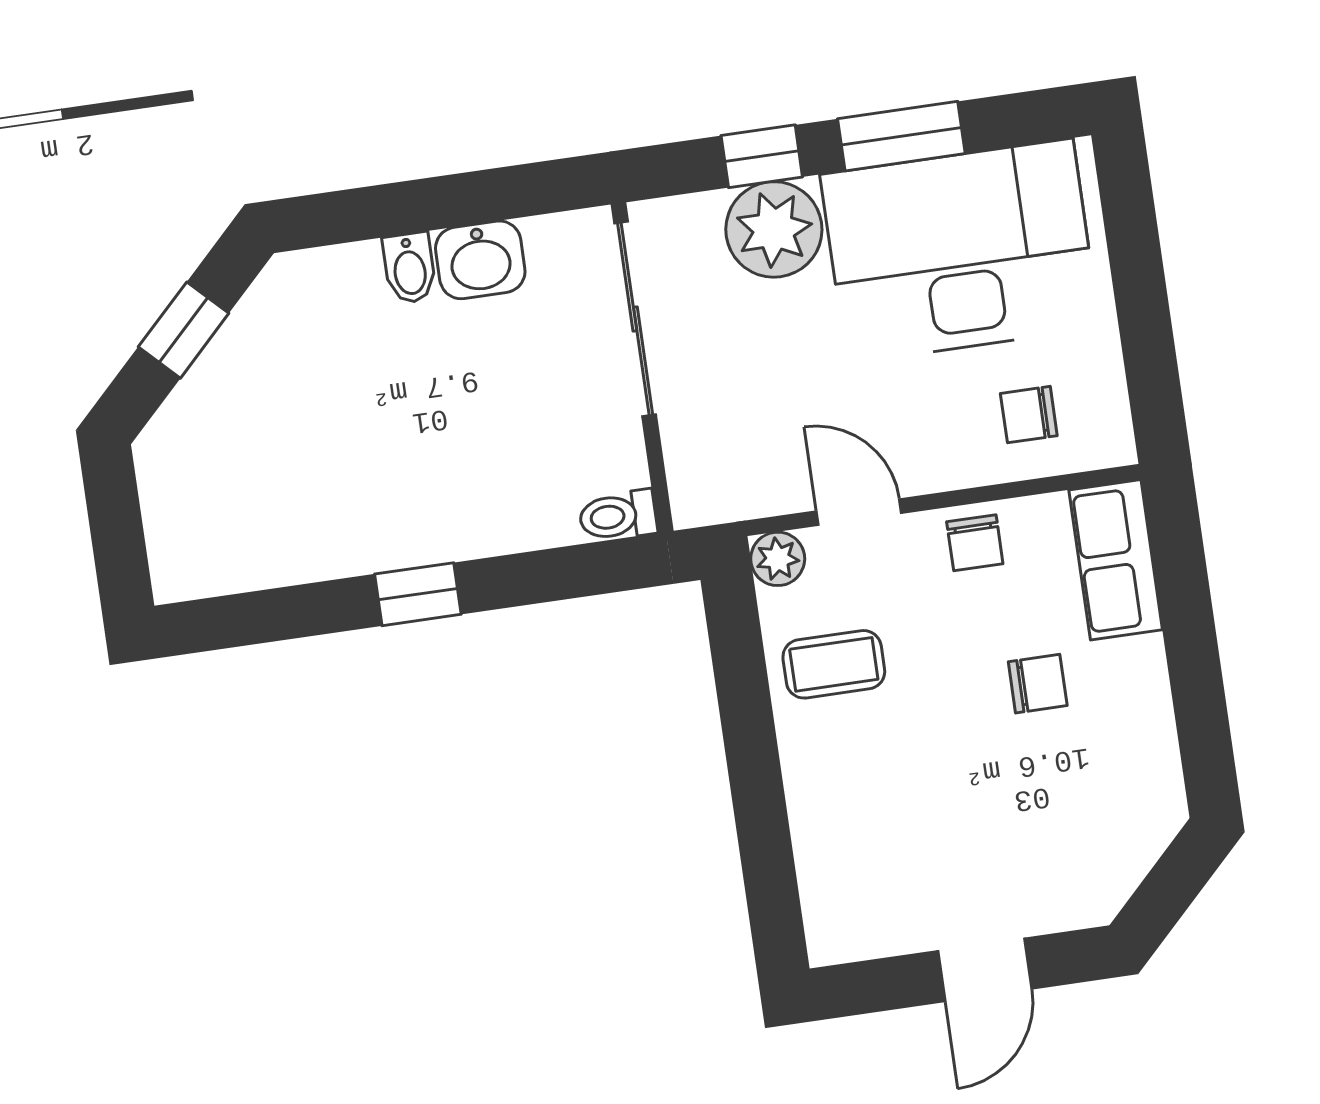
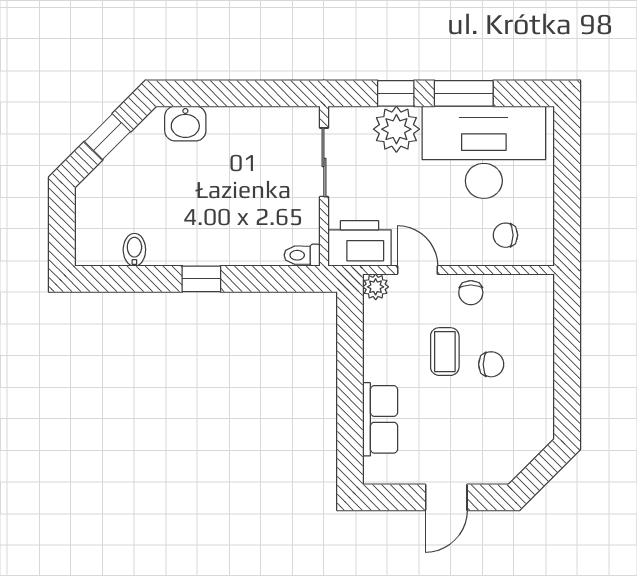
washbasin: (480, 260) -> (185, 124), moved
bidet: (409, 268) -> (134, 250), moved, turned 180
sliding door: (635, 319) -> (324, 162), width x0.73
printer: (732, 475) -> (359, 243), added
row of seats: (1116, 560) -> (380, 419), moved, turned 180
coffee table: (834, 664) -> (445, 352), moved, turned 90

